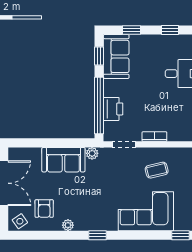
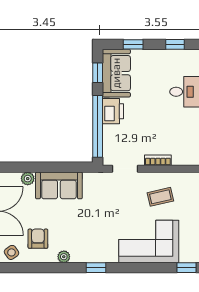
printer: (113, 109) -> (113, 111), moved
plant: (92, 153) -> (28, 179), moved
armchair: (44, 209) -> (38, 239), turned 180

